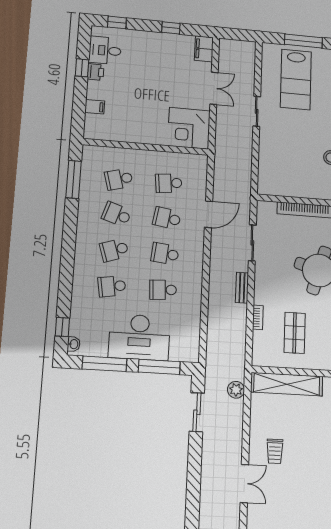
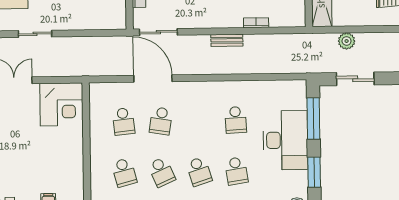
school desk: (117, 214) -> (162, 172), turned -42
door: (209, 214) -> (153, 79), width x1.36
sliding door: (252, 243) -> (158, 32), moved
school desk: (165, 254) -> (198, 120), removed
window: (105, 364) -> (314, 172), width x0.69
plant: (236, 390) -> (347, 41), moved

